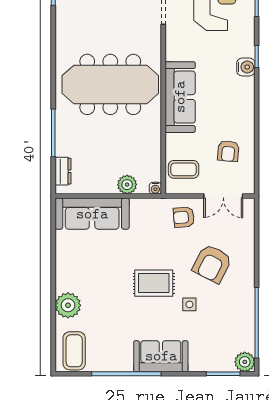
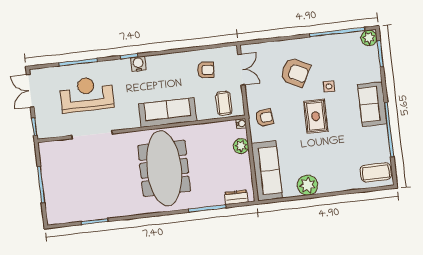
armchair: (184, 217) -> (264, 118), moved, turned -89
plant: (68, 305) -> (307, 185), moved

